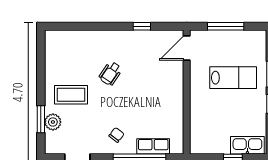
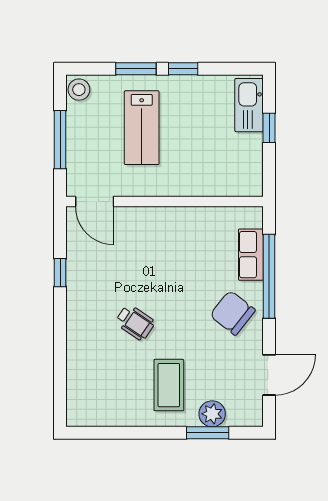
stool: (257, 38) -> (79, 90), added
lab bench: (233, 78) -> (142, 128), turned 180
chair: (117, 135) -> (233, 313), width x1.87, depth x1.87

